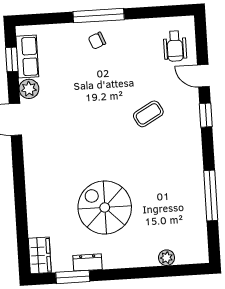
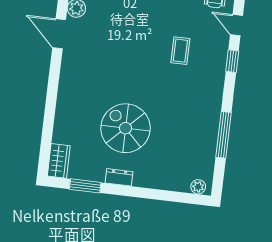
coffee table: (148, 114) -> (180, 51), turned -61
plant: (167, 258) -> (198, 187), moved
dresser: (88, 262) -> (119, 177), moved

